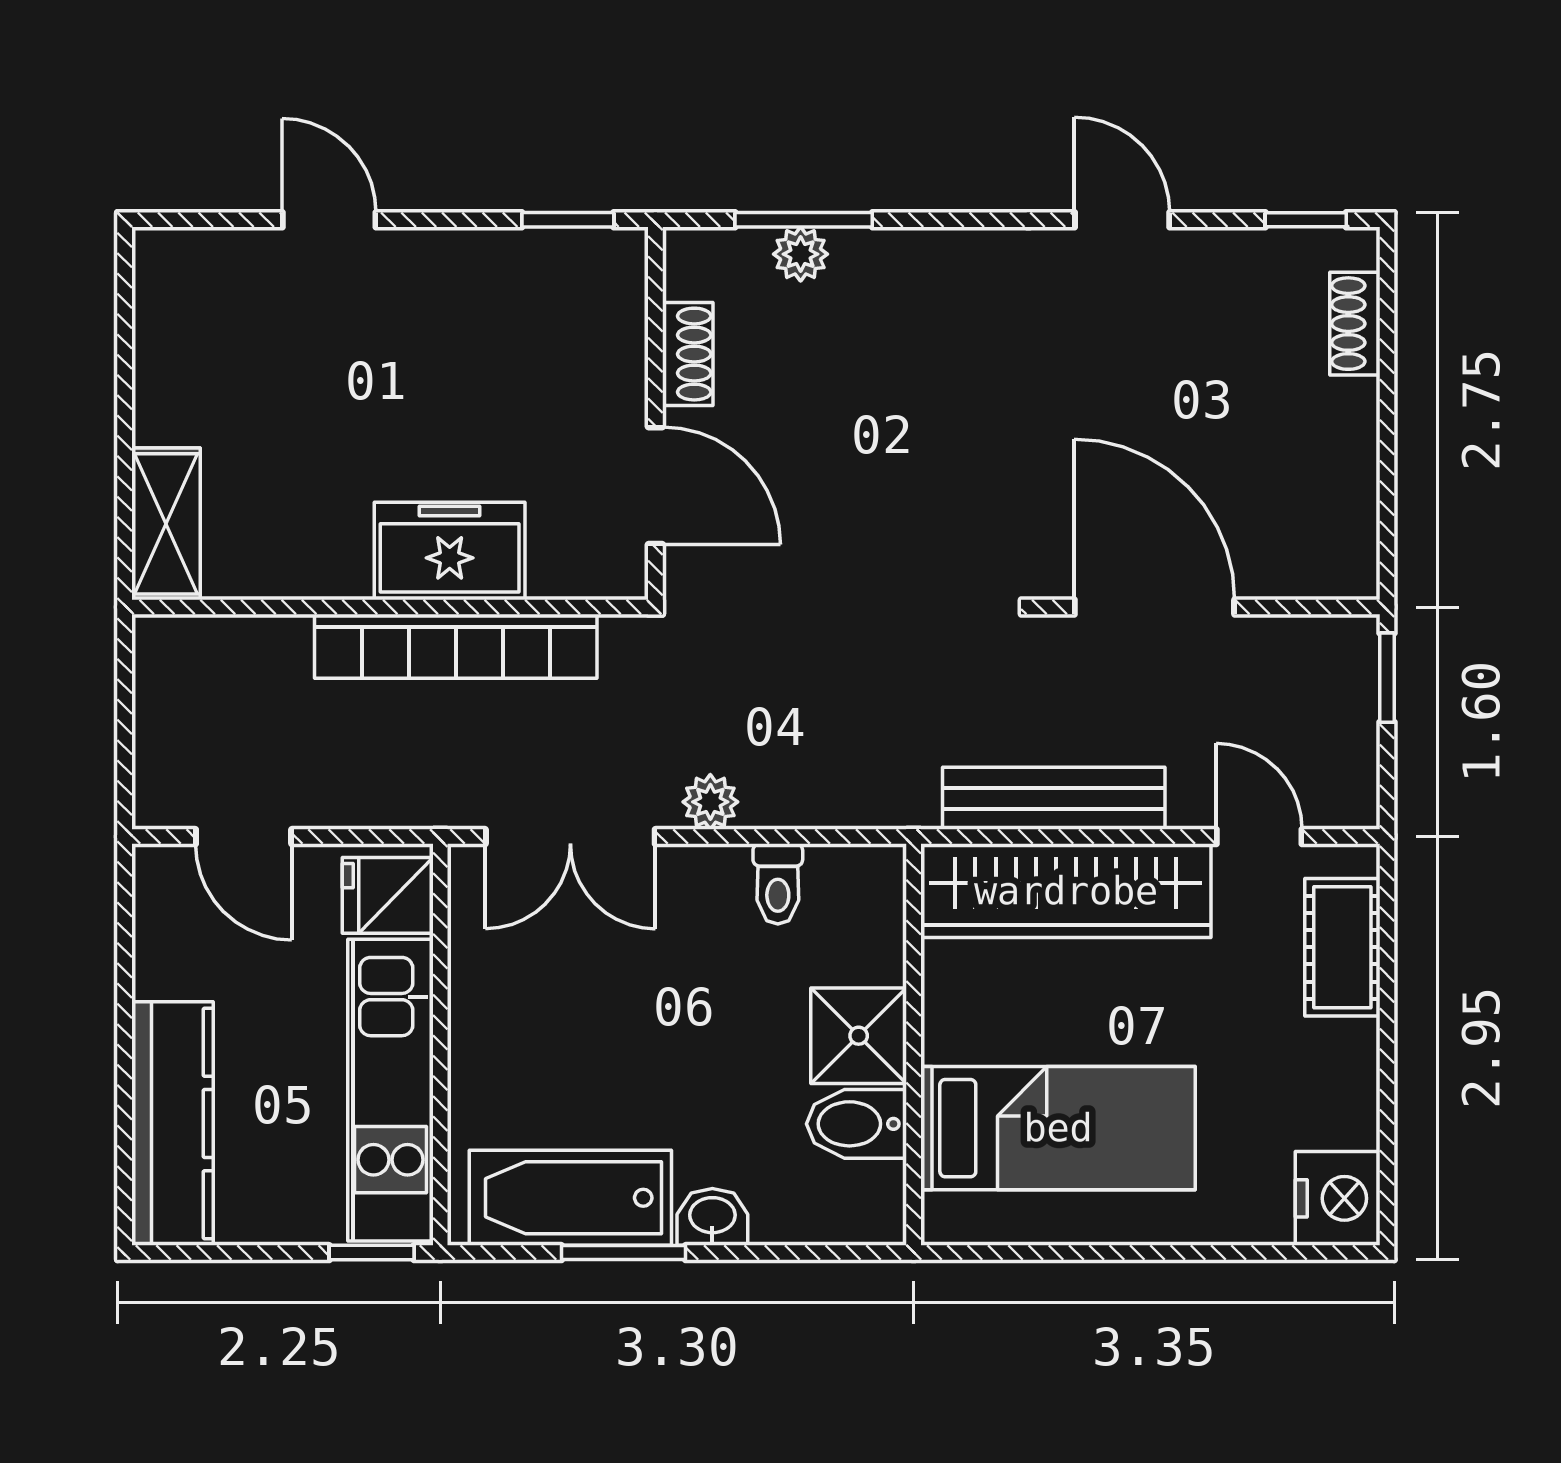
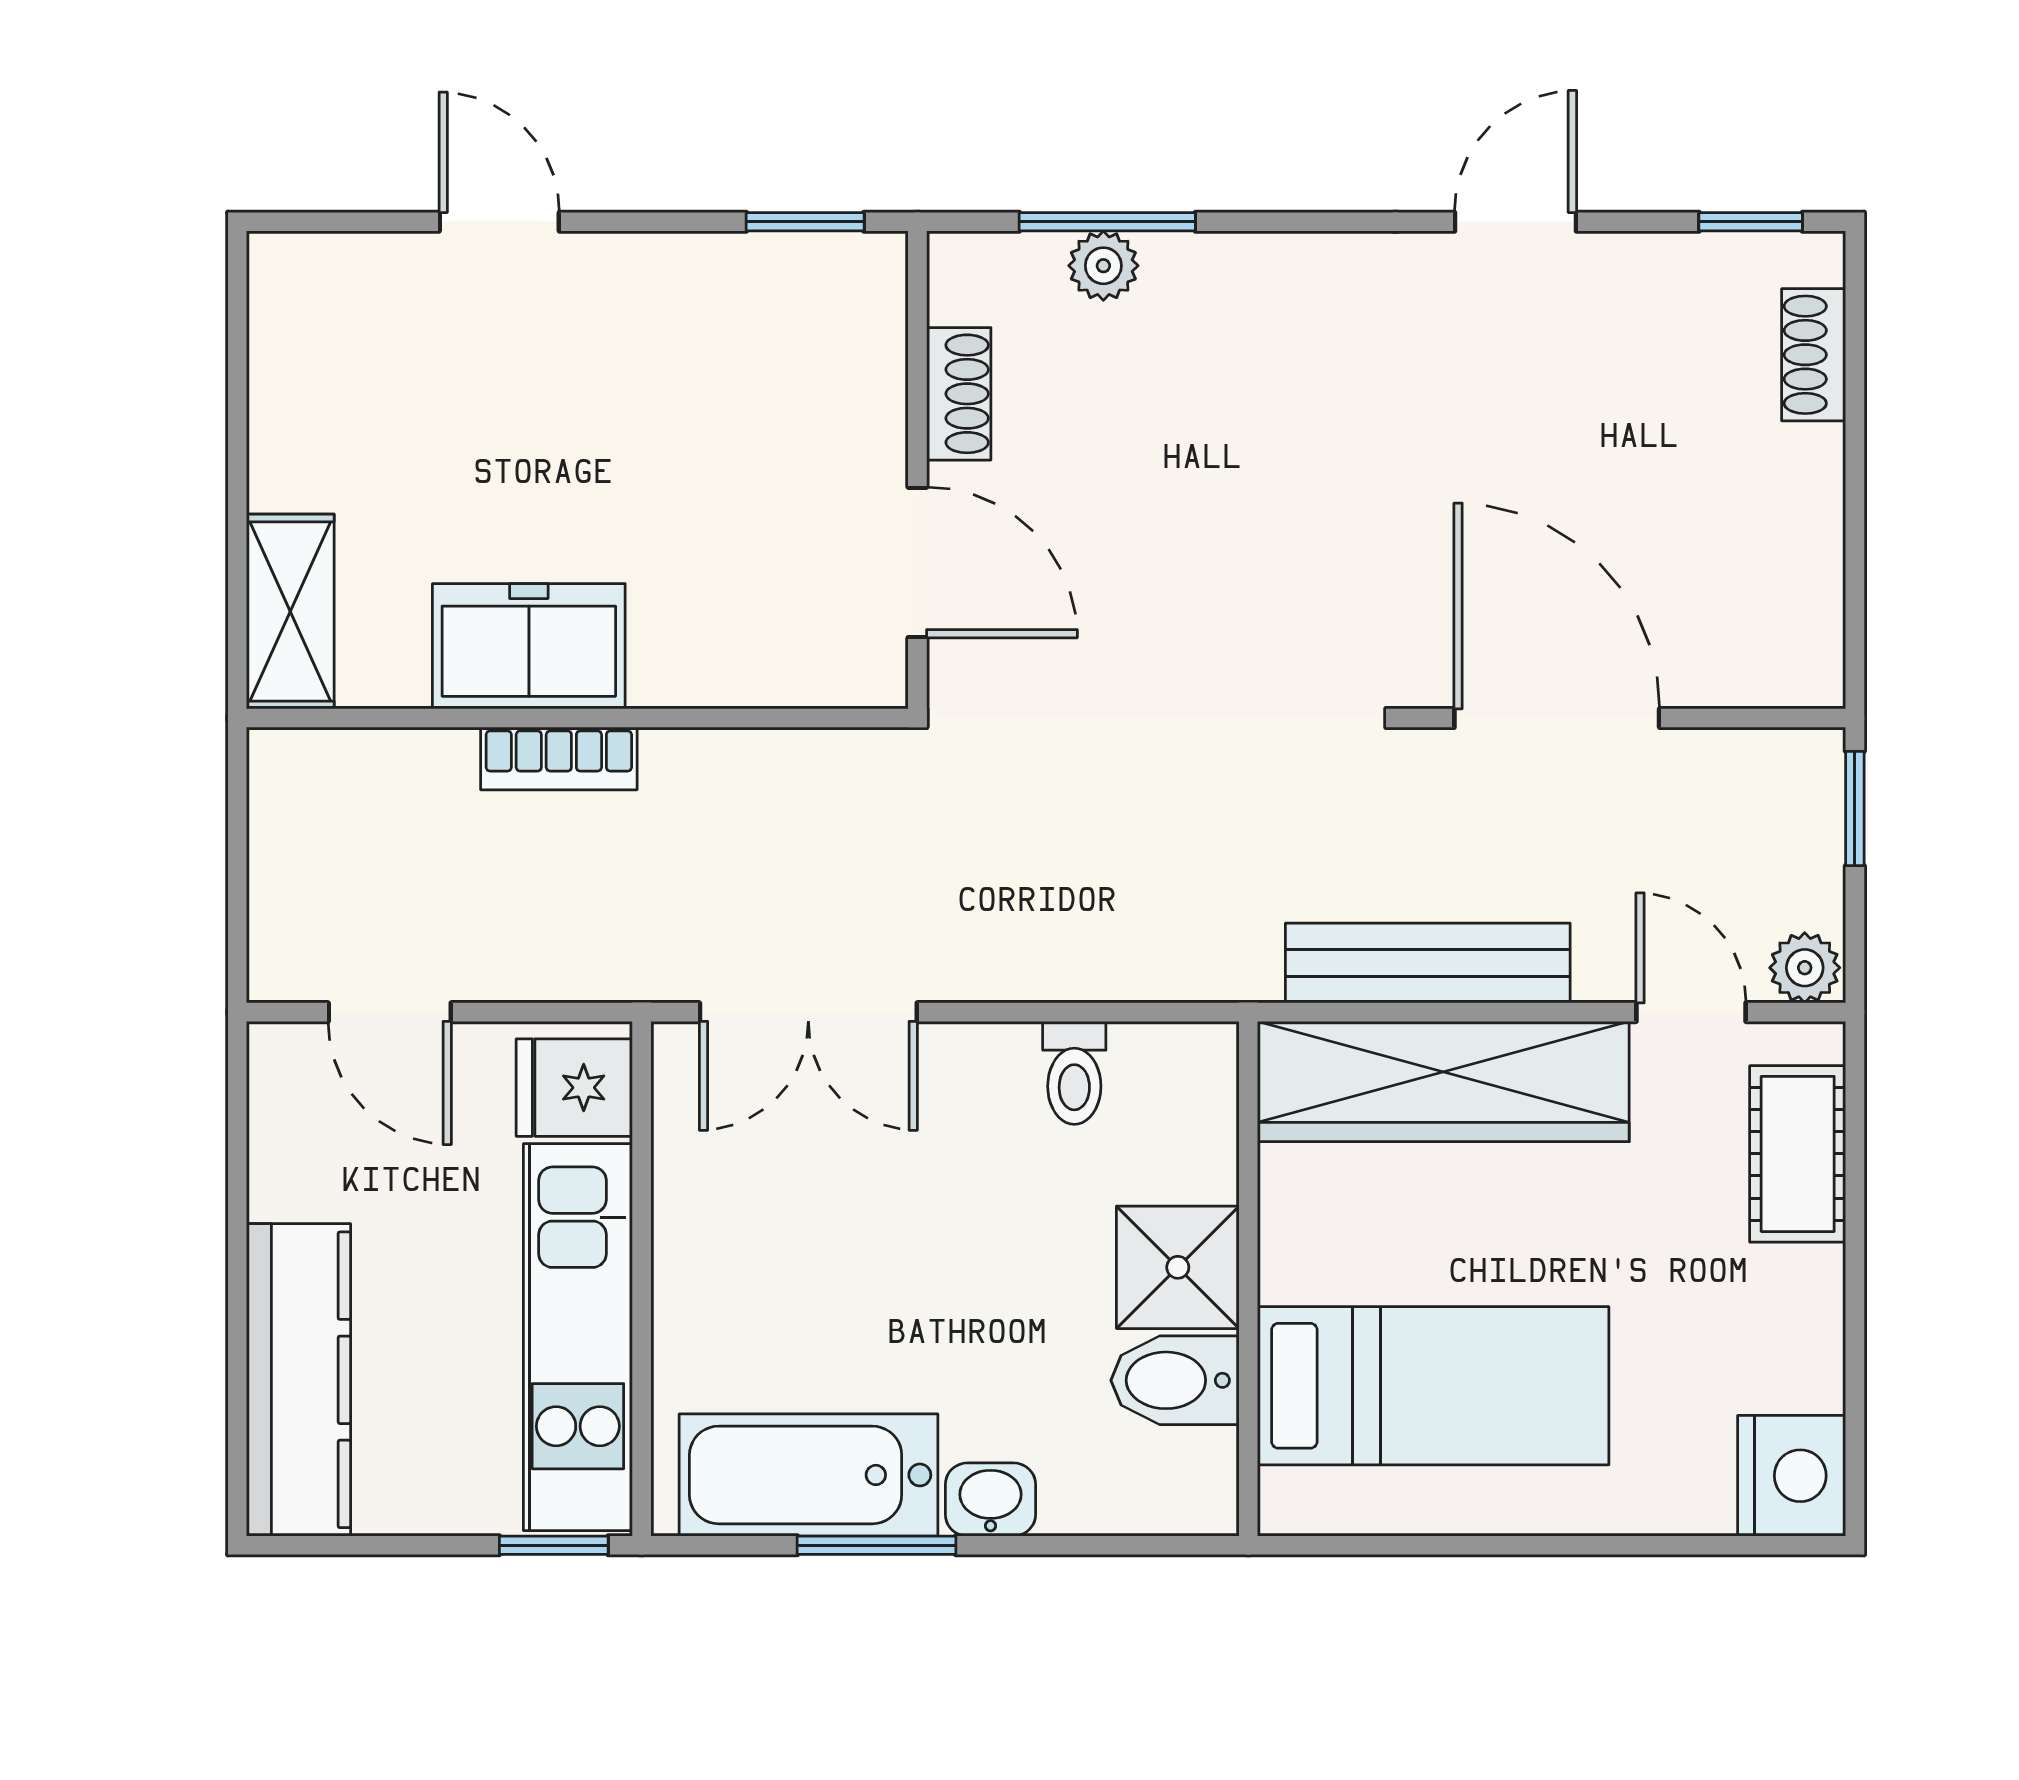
door: (1122, 220) -> (1515, 222), hinge flipped
freezer: (450, 551) -> (529, 646), moved
bookcase: (456, 646) -> (559, 759), width x0.43, depth x0.76
plant: (710, 802) -> (1805, 968), moved

